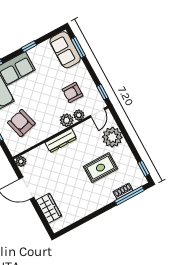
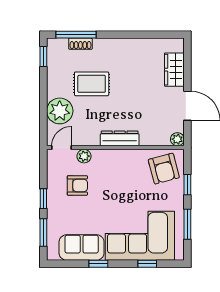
sofa: (65, 50) -> (82, 248), moved, turned -90
window: (102, 92) -> (43, 199), moved
plant: (67, 120) -> (101, 158), removed
armchair: (21, 123) -> (164, 169), moved

